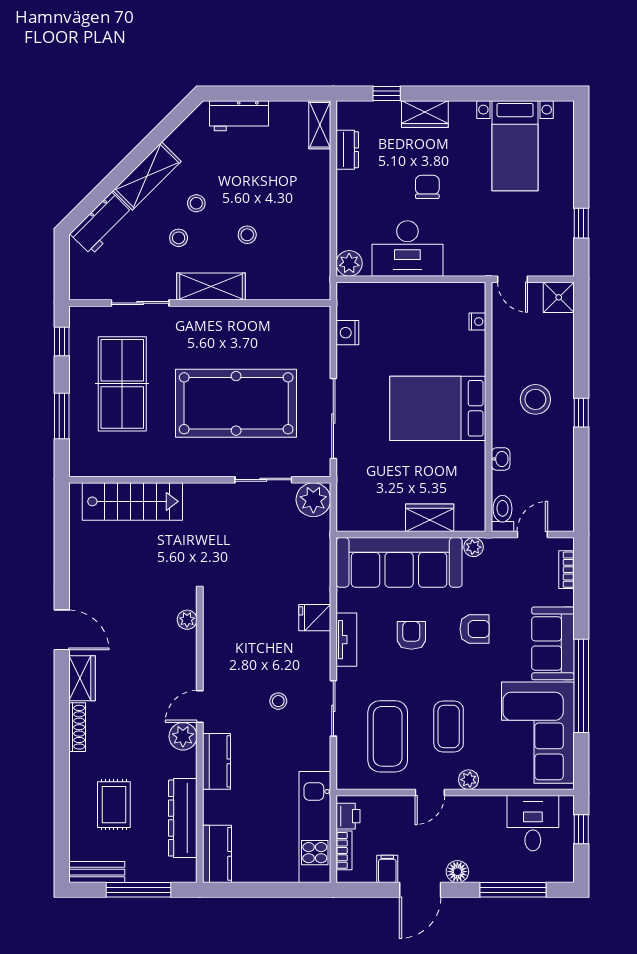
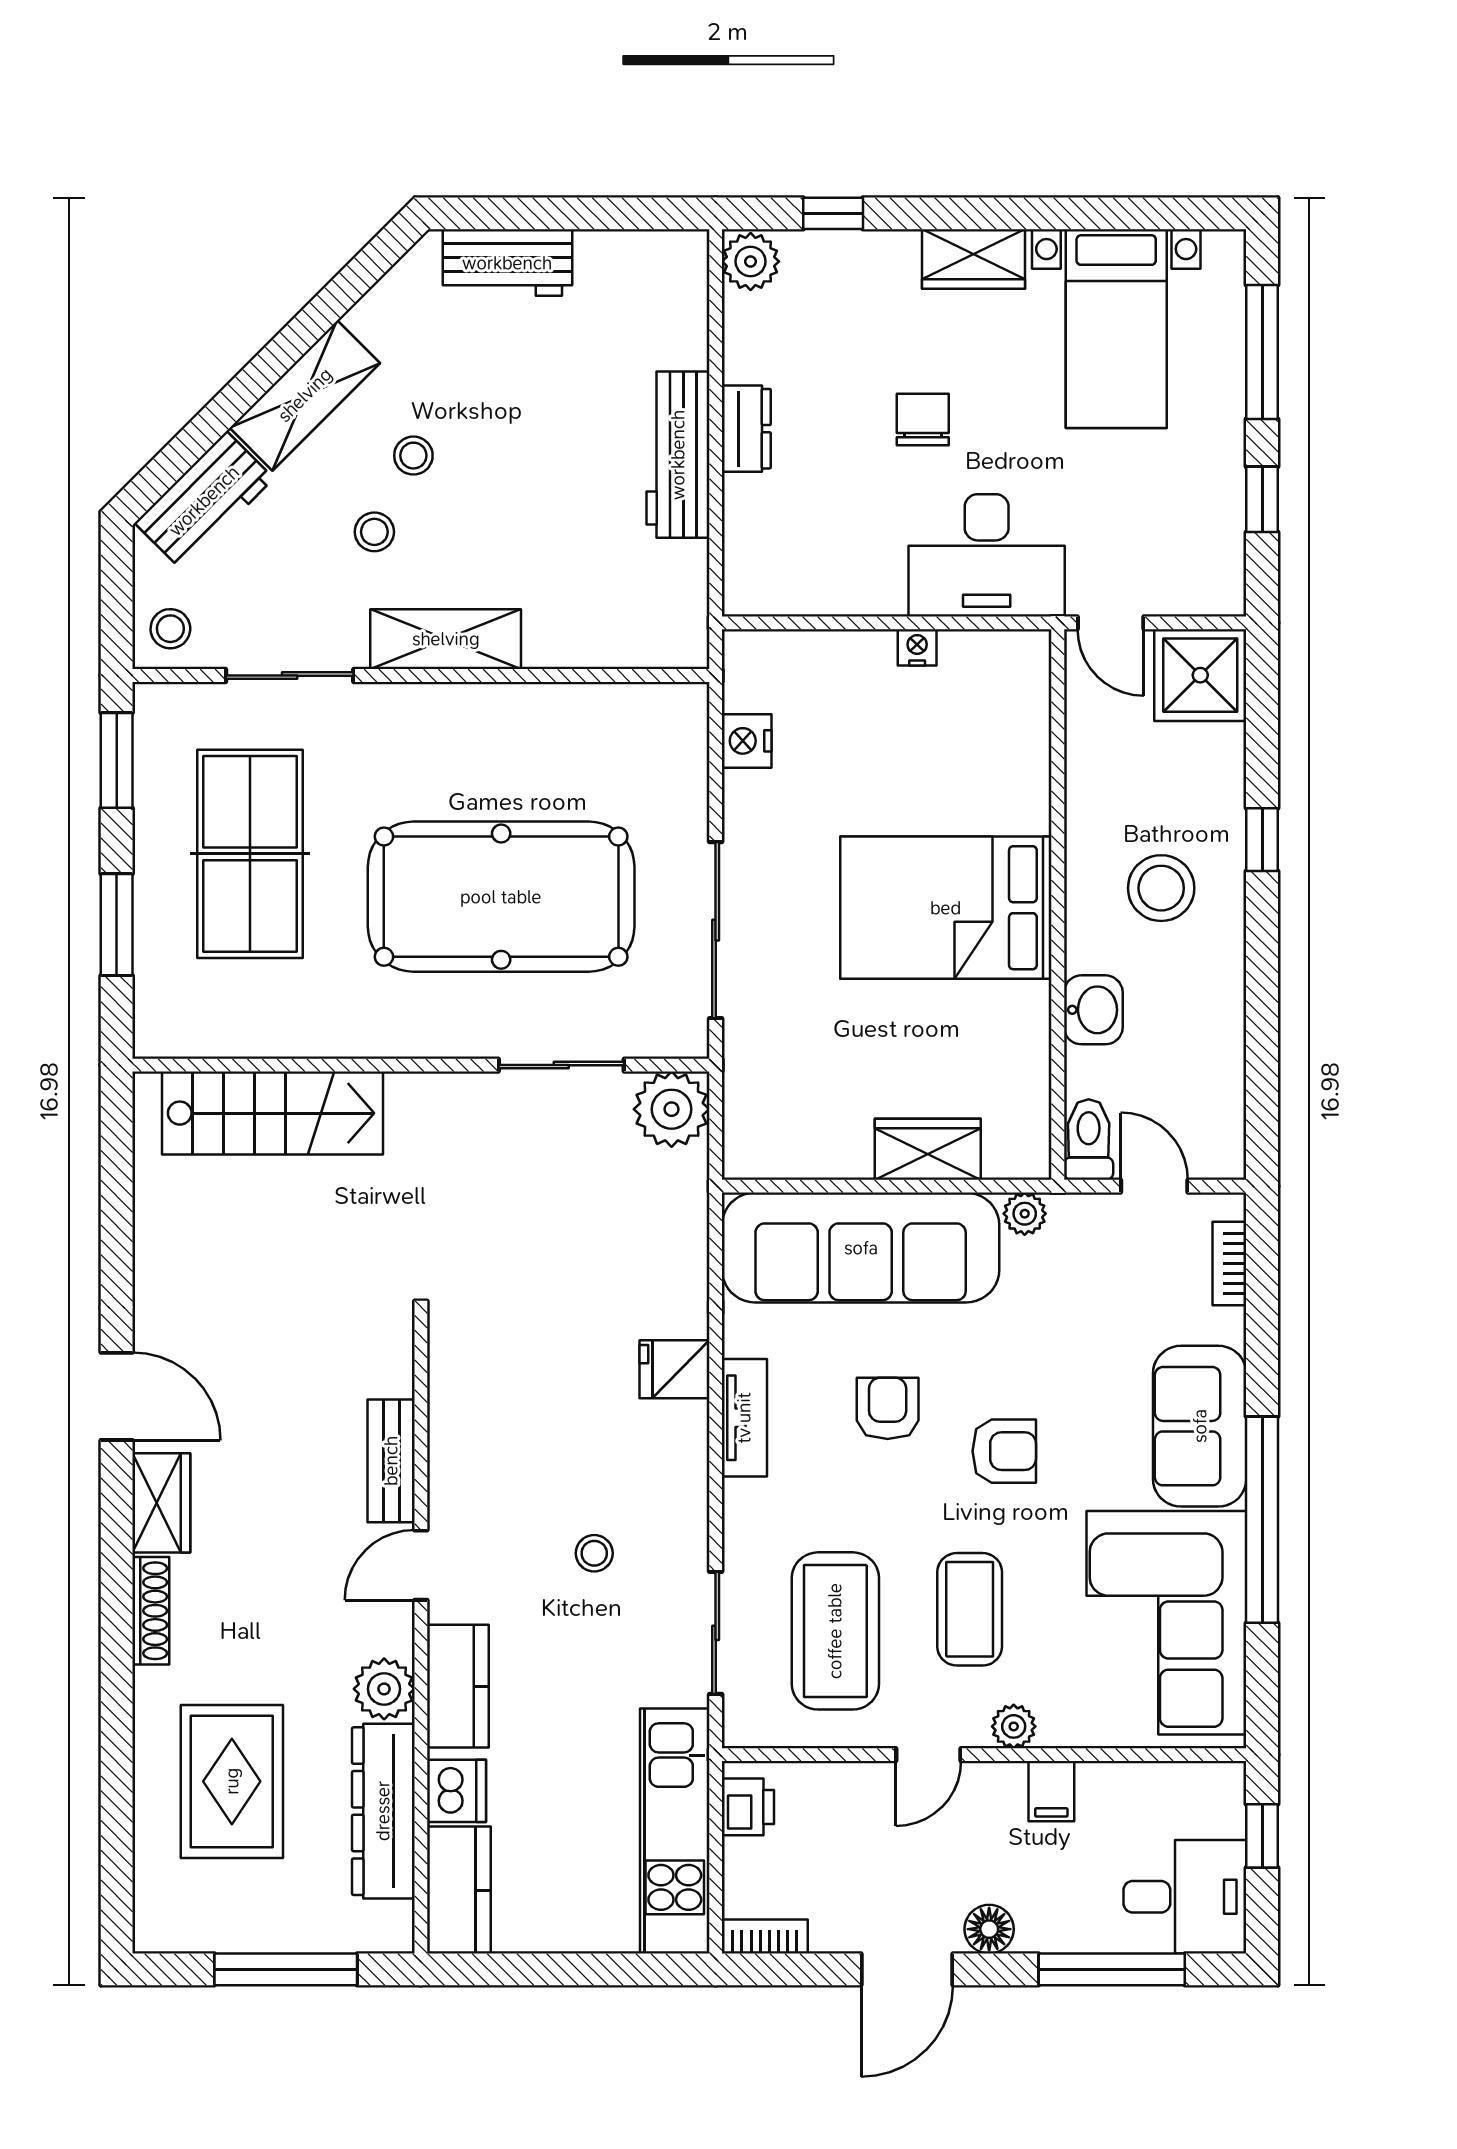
wardrobe: (425, 114) -> (974, 259), moved
shelving: (320, 125) -> (685, 282), removed
dresser: (347, 150) -> (746, 429), moved
window: (581, 156) -> (1262, 352), added
workbench: (316, 203) -> (678, 455), added
stool: (247, 235) -> (170, 629), moved
desk: (407, 248) -> (987, 555), moved
plant: (349, 263) -> (751, 261), moved
shower: (559, 297) -> (1200, 675), width x1.36, depth x1.36
nightstand: (477, 322) -> (917, 647), moved, turned -90
window: (62, 342) -> (117, 760), width x1.50
window: (581, 413) -> (1262, 840), moved
washbasin: (501, 459) -> (1093, 1010), width x1.38, depth x1.45
door: (532, 535) -> (1154, 1186), hinge flipped
plant: (187, 620) -> (393, 1374), removed
armchair: (475, 629) -> (1004, 1451), moved
sliding door: (333, 708) -> (716, 1633), moved
plant: (183, 736) -> (384, 1689), moved
rug: (114, 805) -> (232, 1781), width x1.36, depth x1.43
dishwasher: (216, 809) -> (456, 1791), added
desk: (533, 823) -> (1185, 1897), moved, turned 90
bookcase: (344, 850) -> (765, 1936), moved, turned -90
filing cabinet: (387, 869) -> (1051, 1791), moved, turned 180
bench: (97, 872) -> (391, 1461), moved, turned 90

